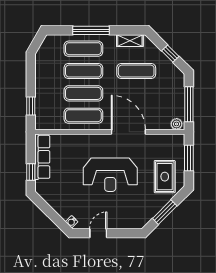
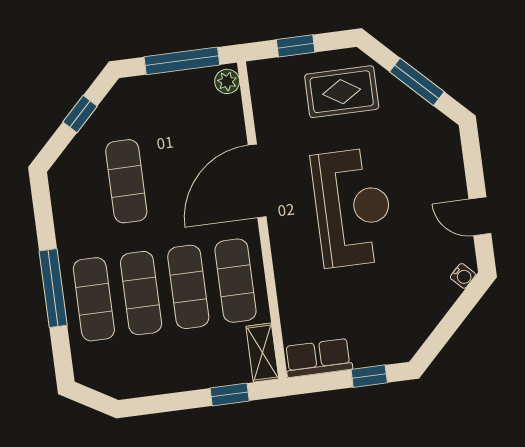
shelving: (130, 41) -> (262, 353), moved
row of seats: (42, 157) -> (318, 358), width x0.68
window: (189, 158) -> (296, 46), width x0.67

